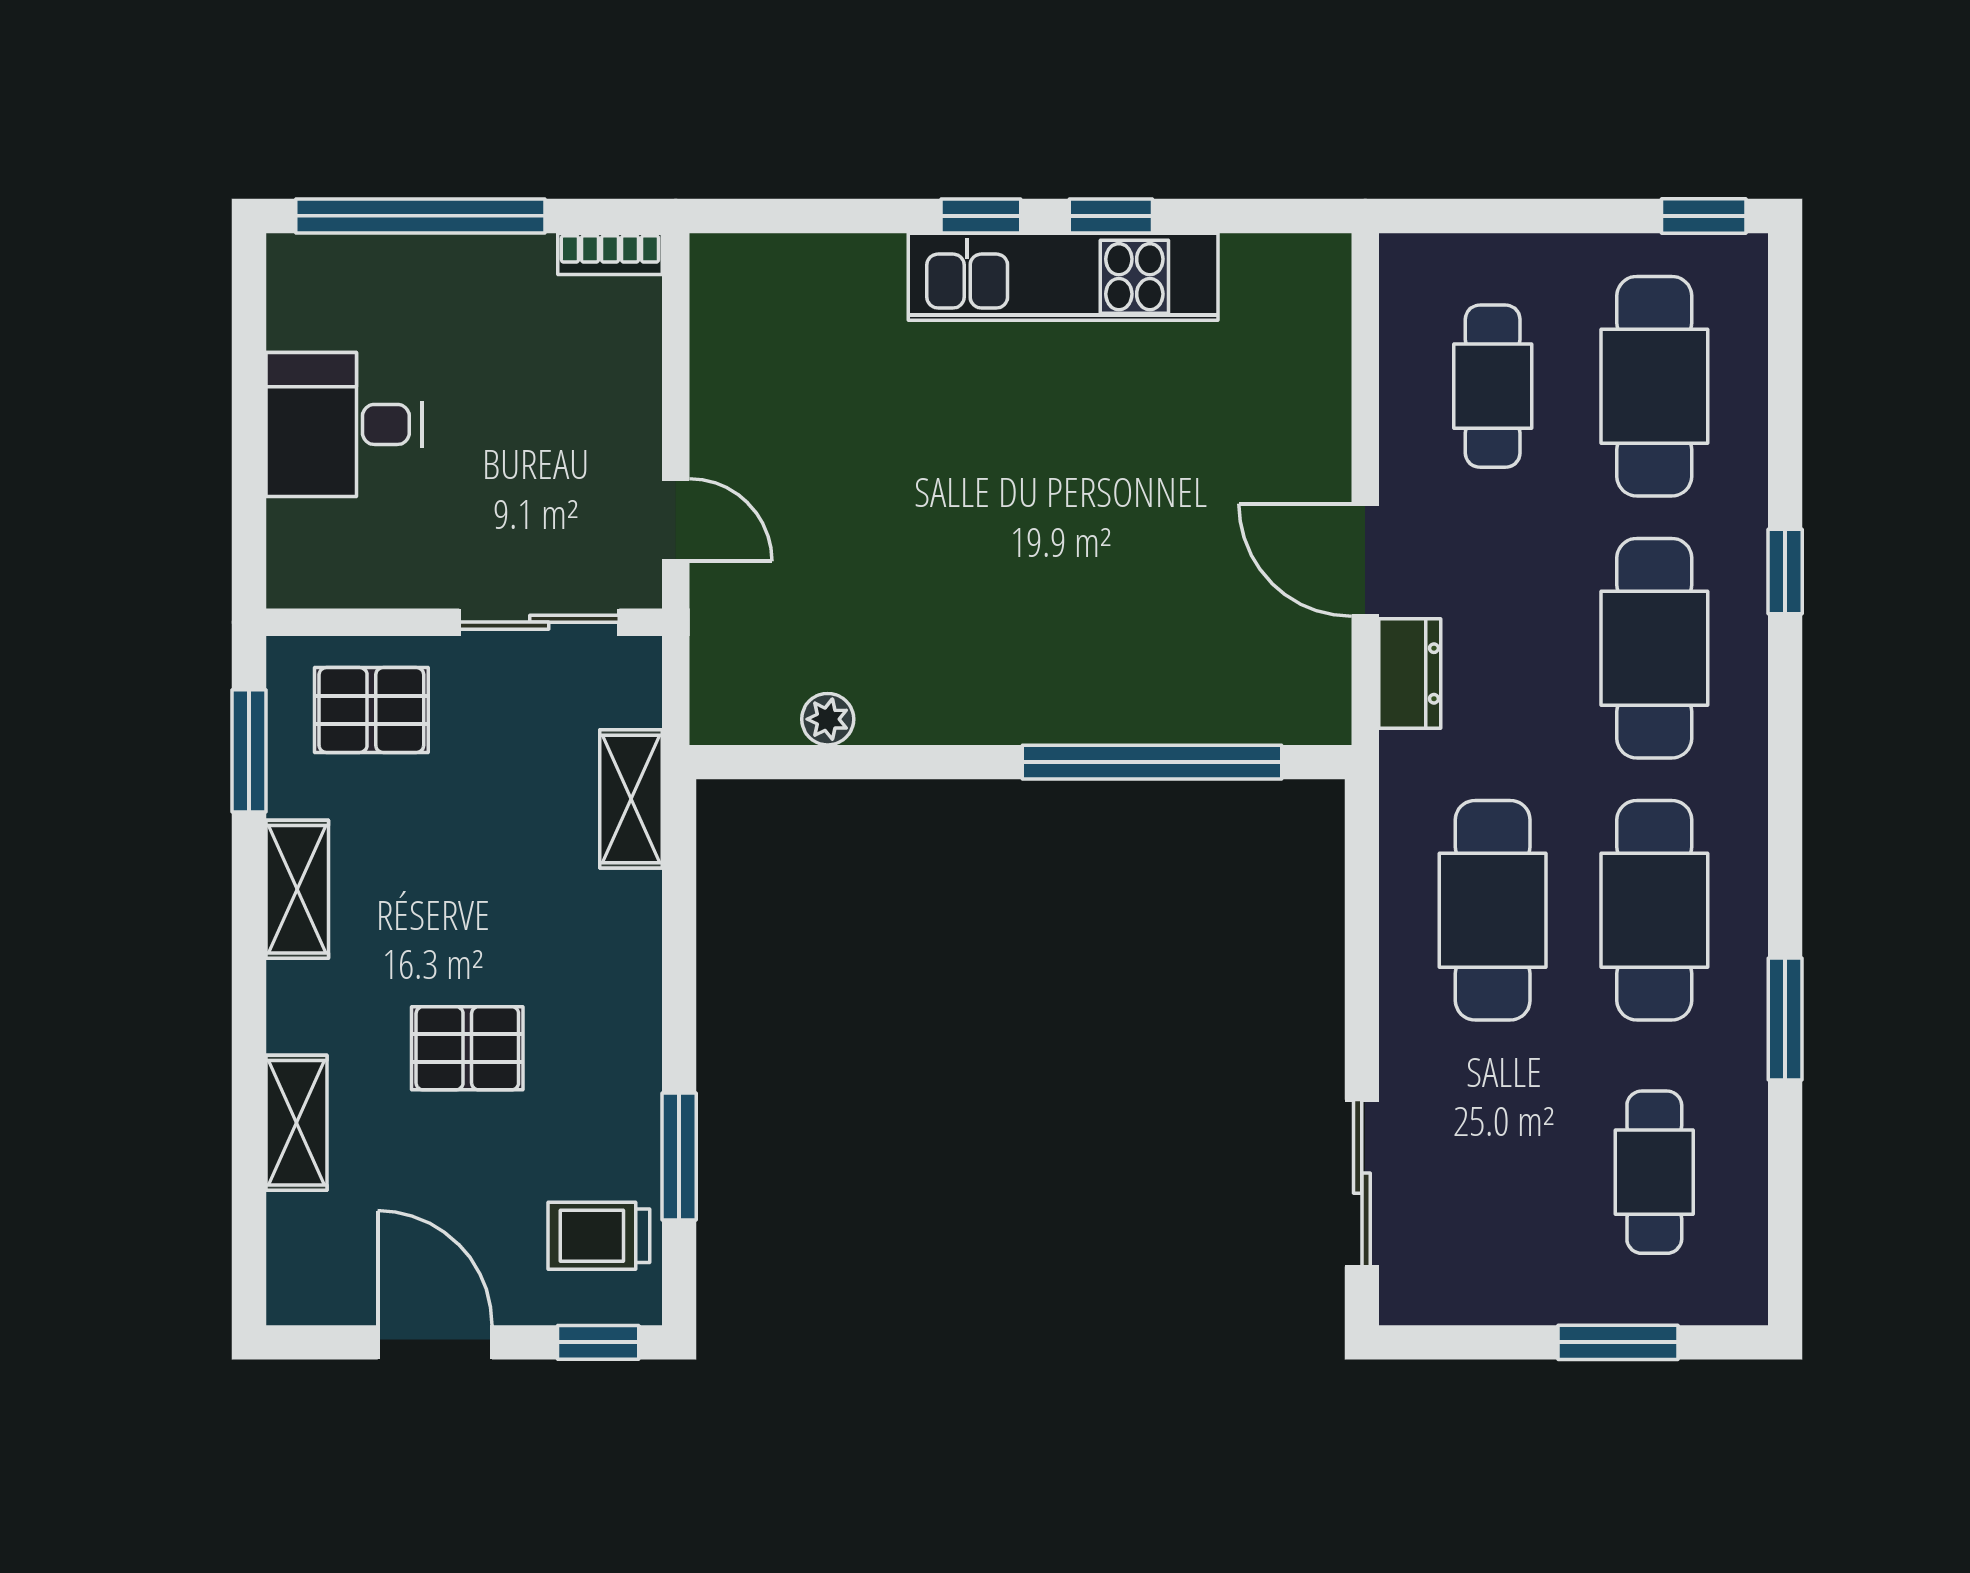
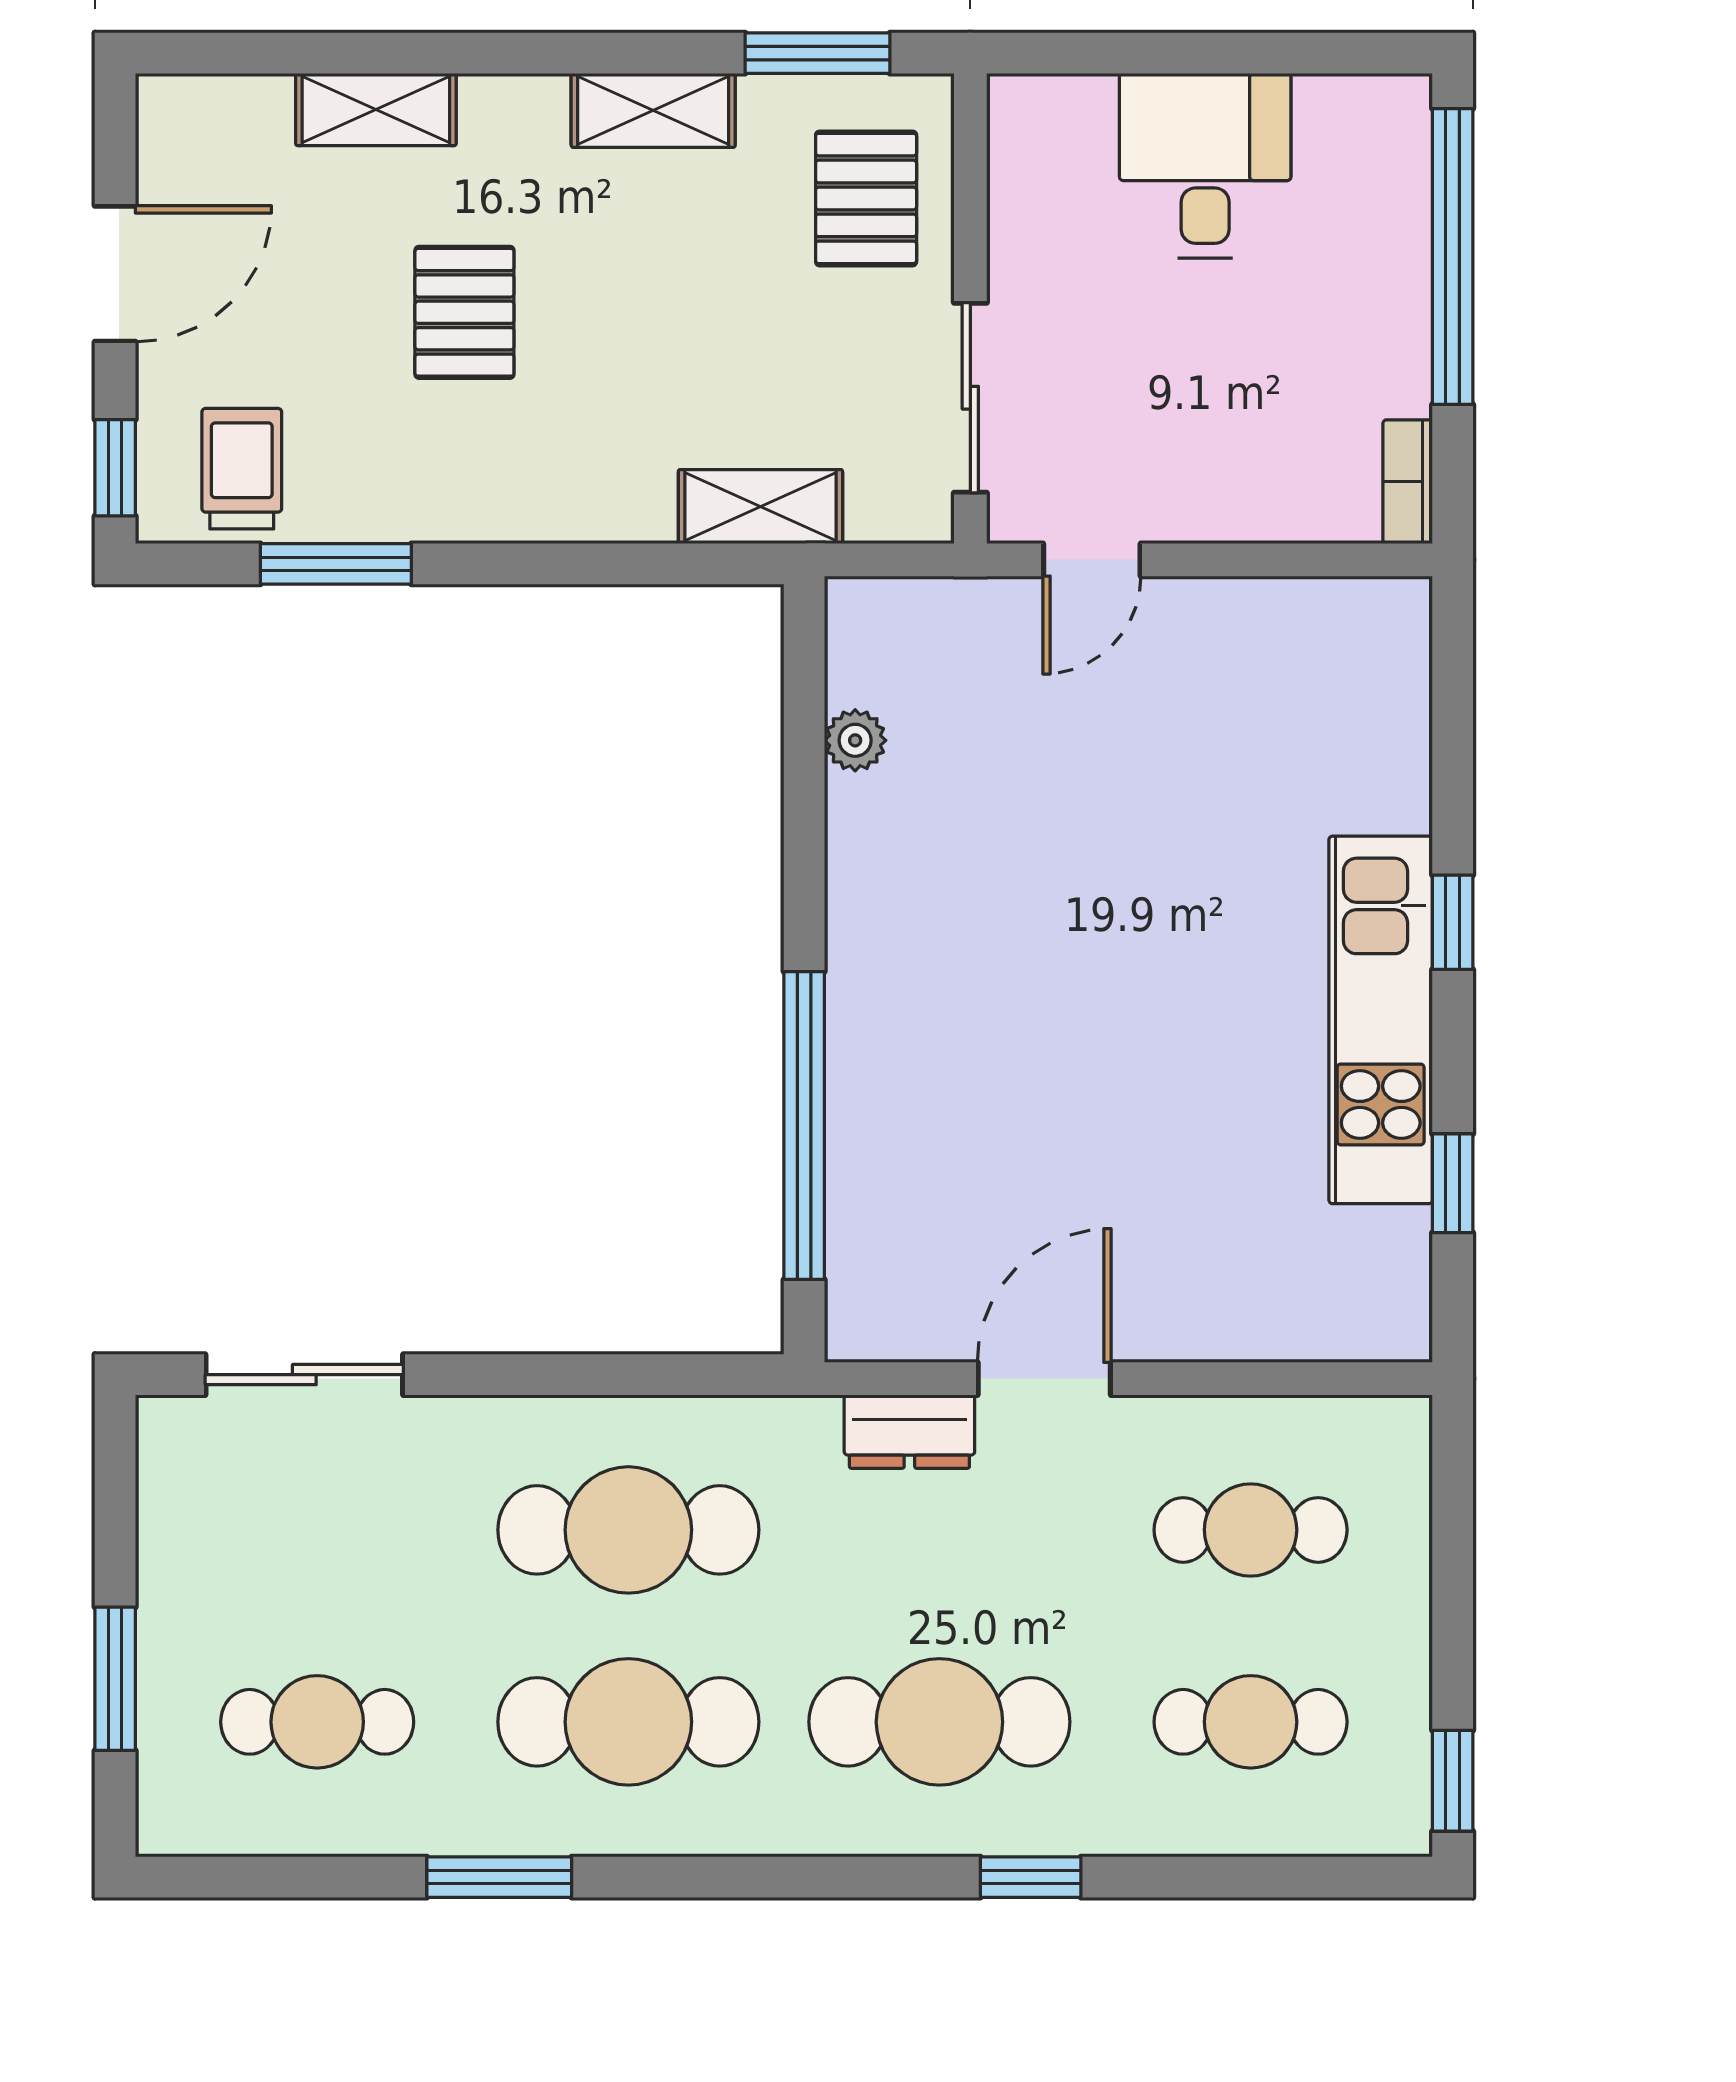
window: (1111, 216) -> (1453, 1183), moved
cafe table: (1654, 386) -> (1251, 1722), width x0.73, depth x0.74

